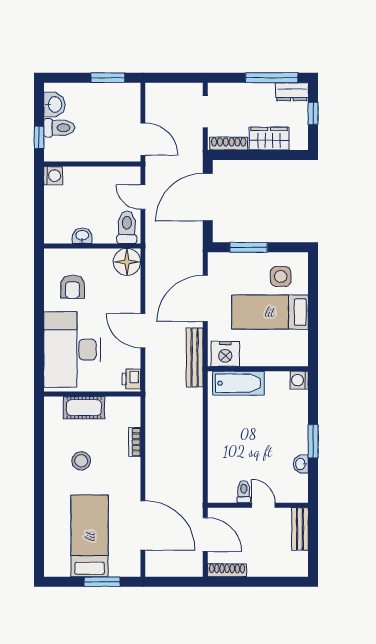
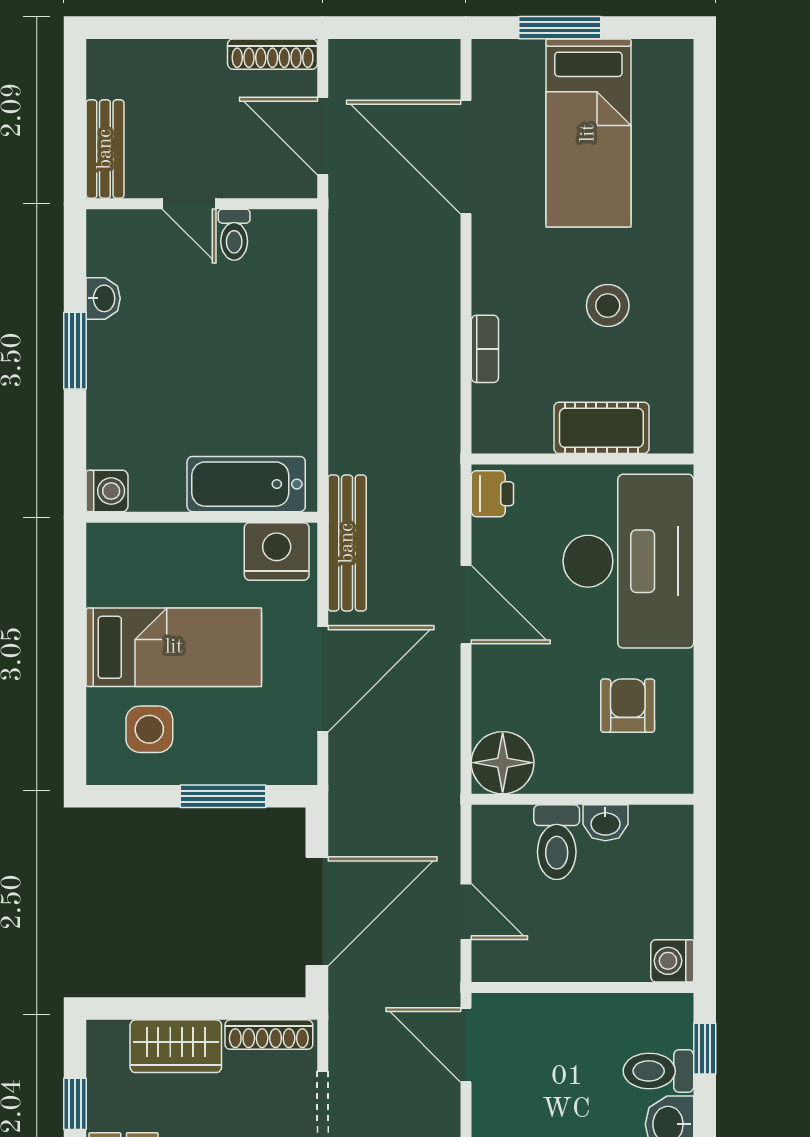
toilet: (127, 227) -> (557, 842), moved

